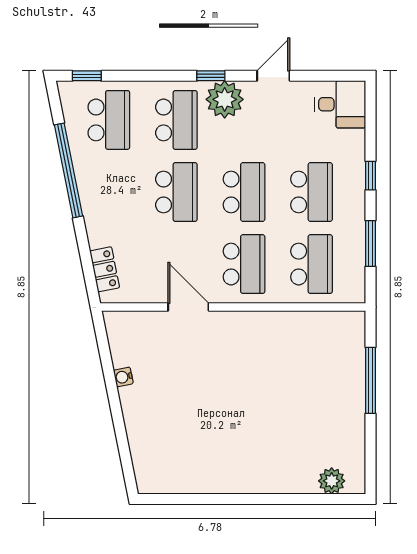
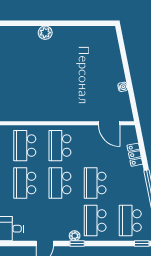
plant: (225, 99) -> (75, 236), width x0.53, depth x0.53
locker: (105, 269) -> (135, 155), moved
door: (188, 307) -> (109, 123), moved
plant: (332, 481) -> (45, 33), moved

